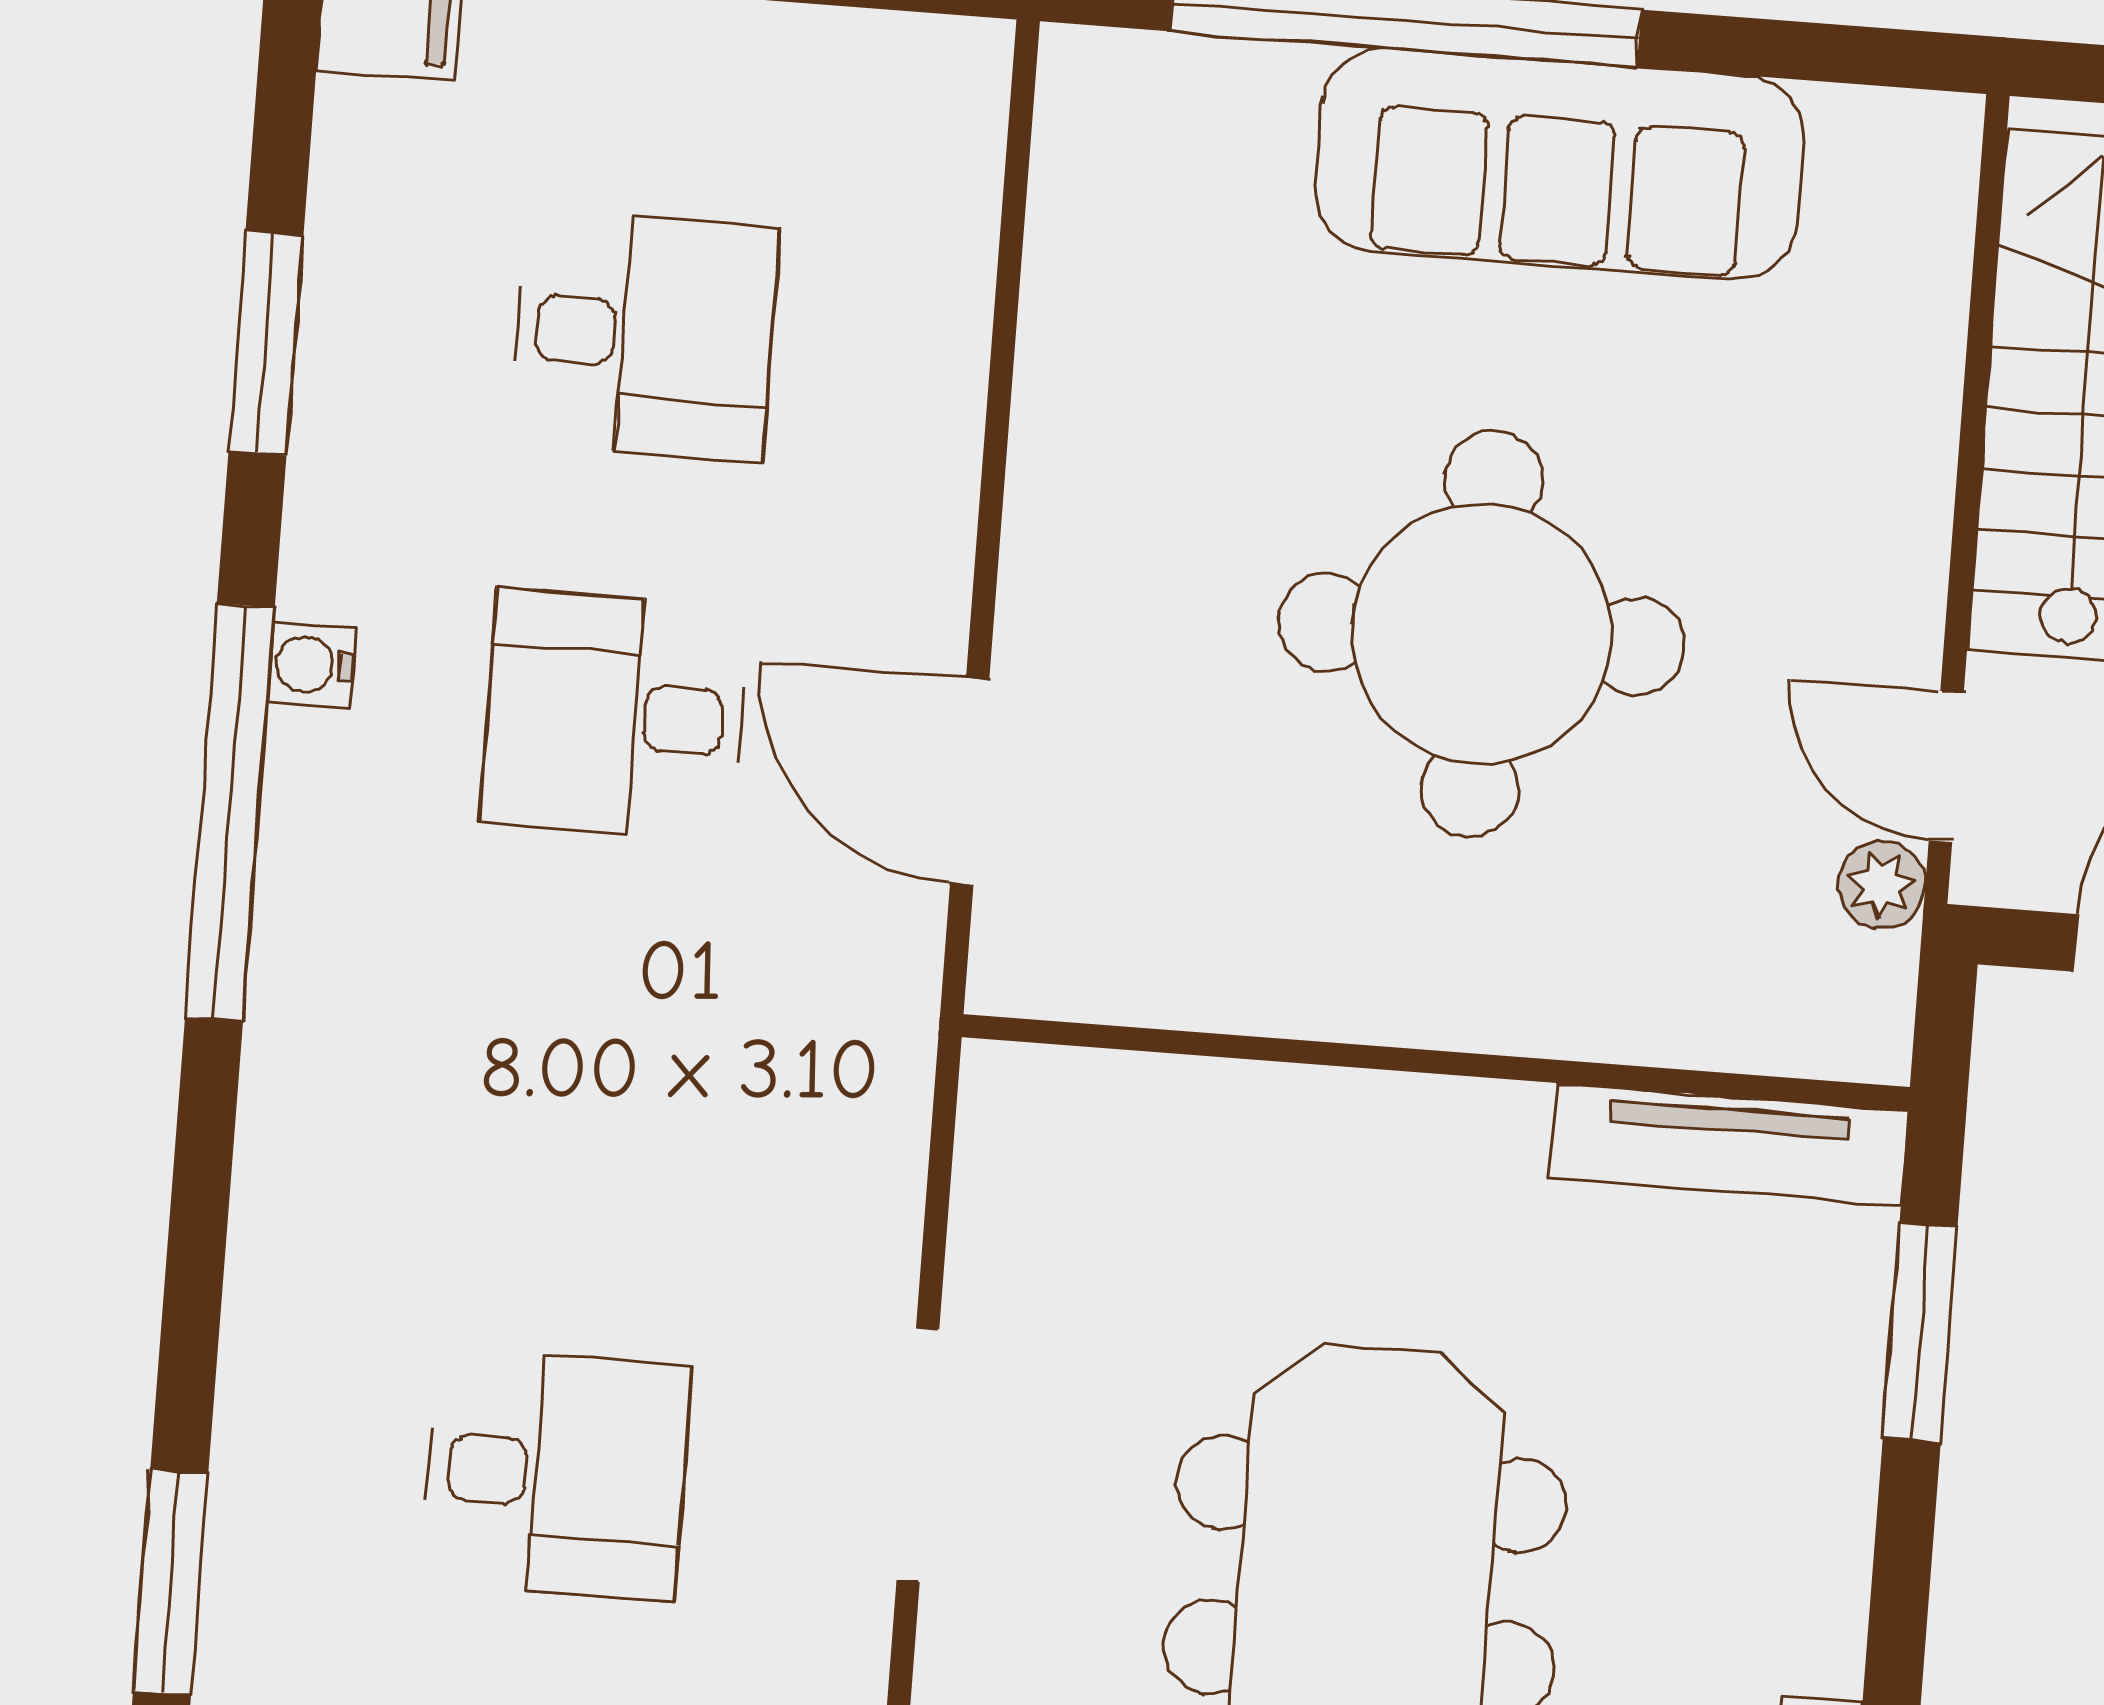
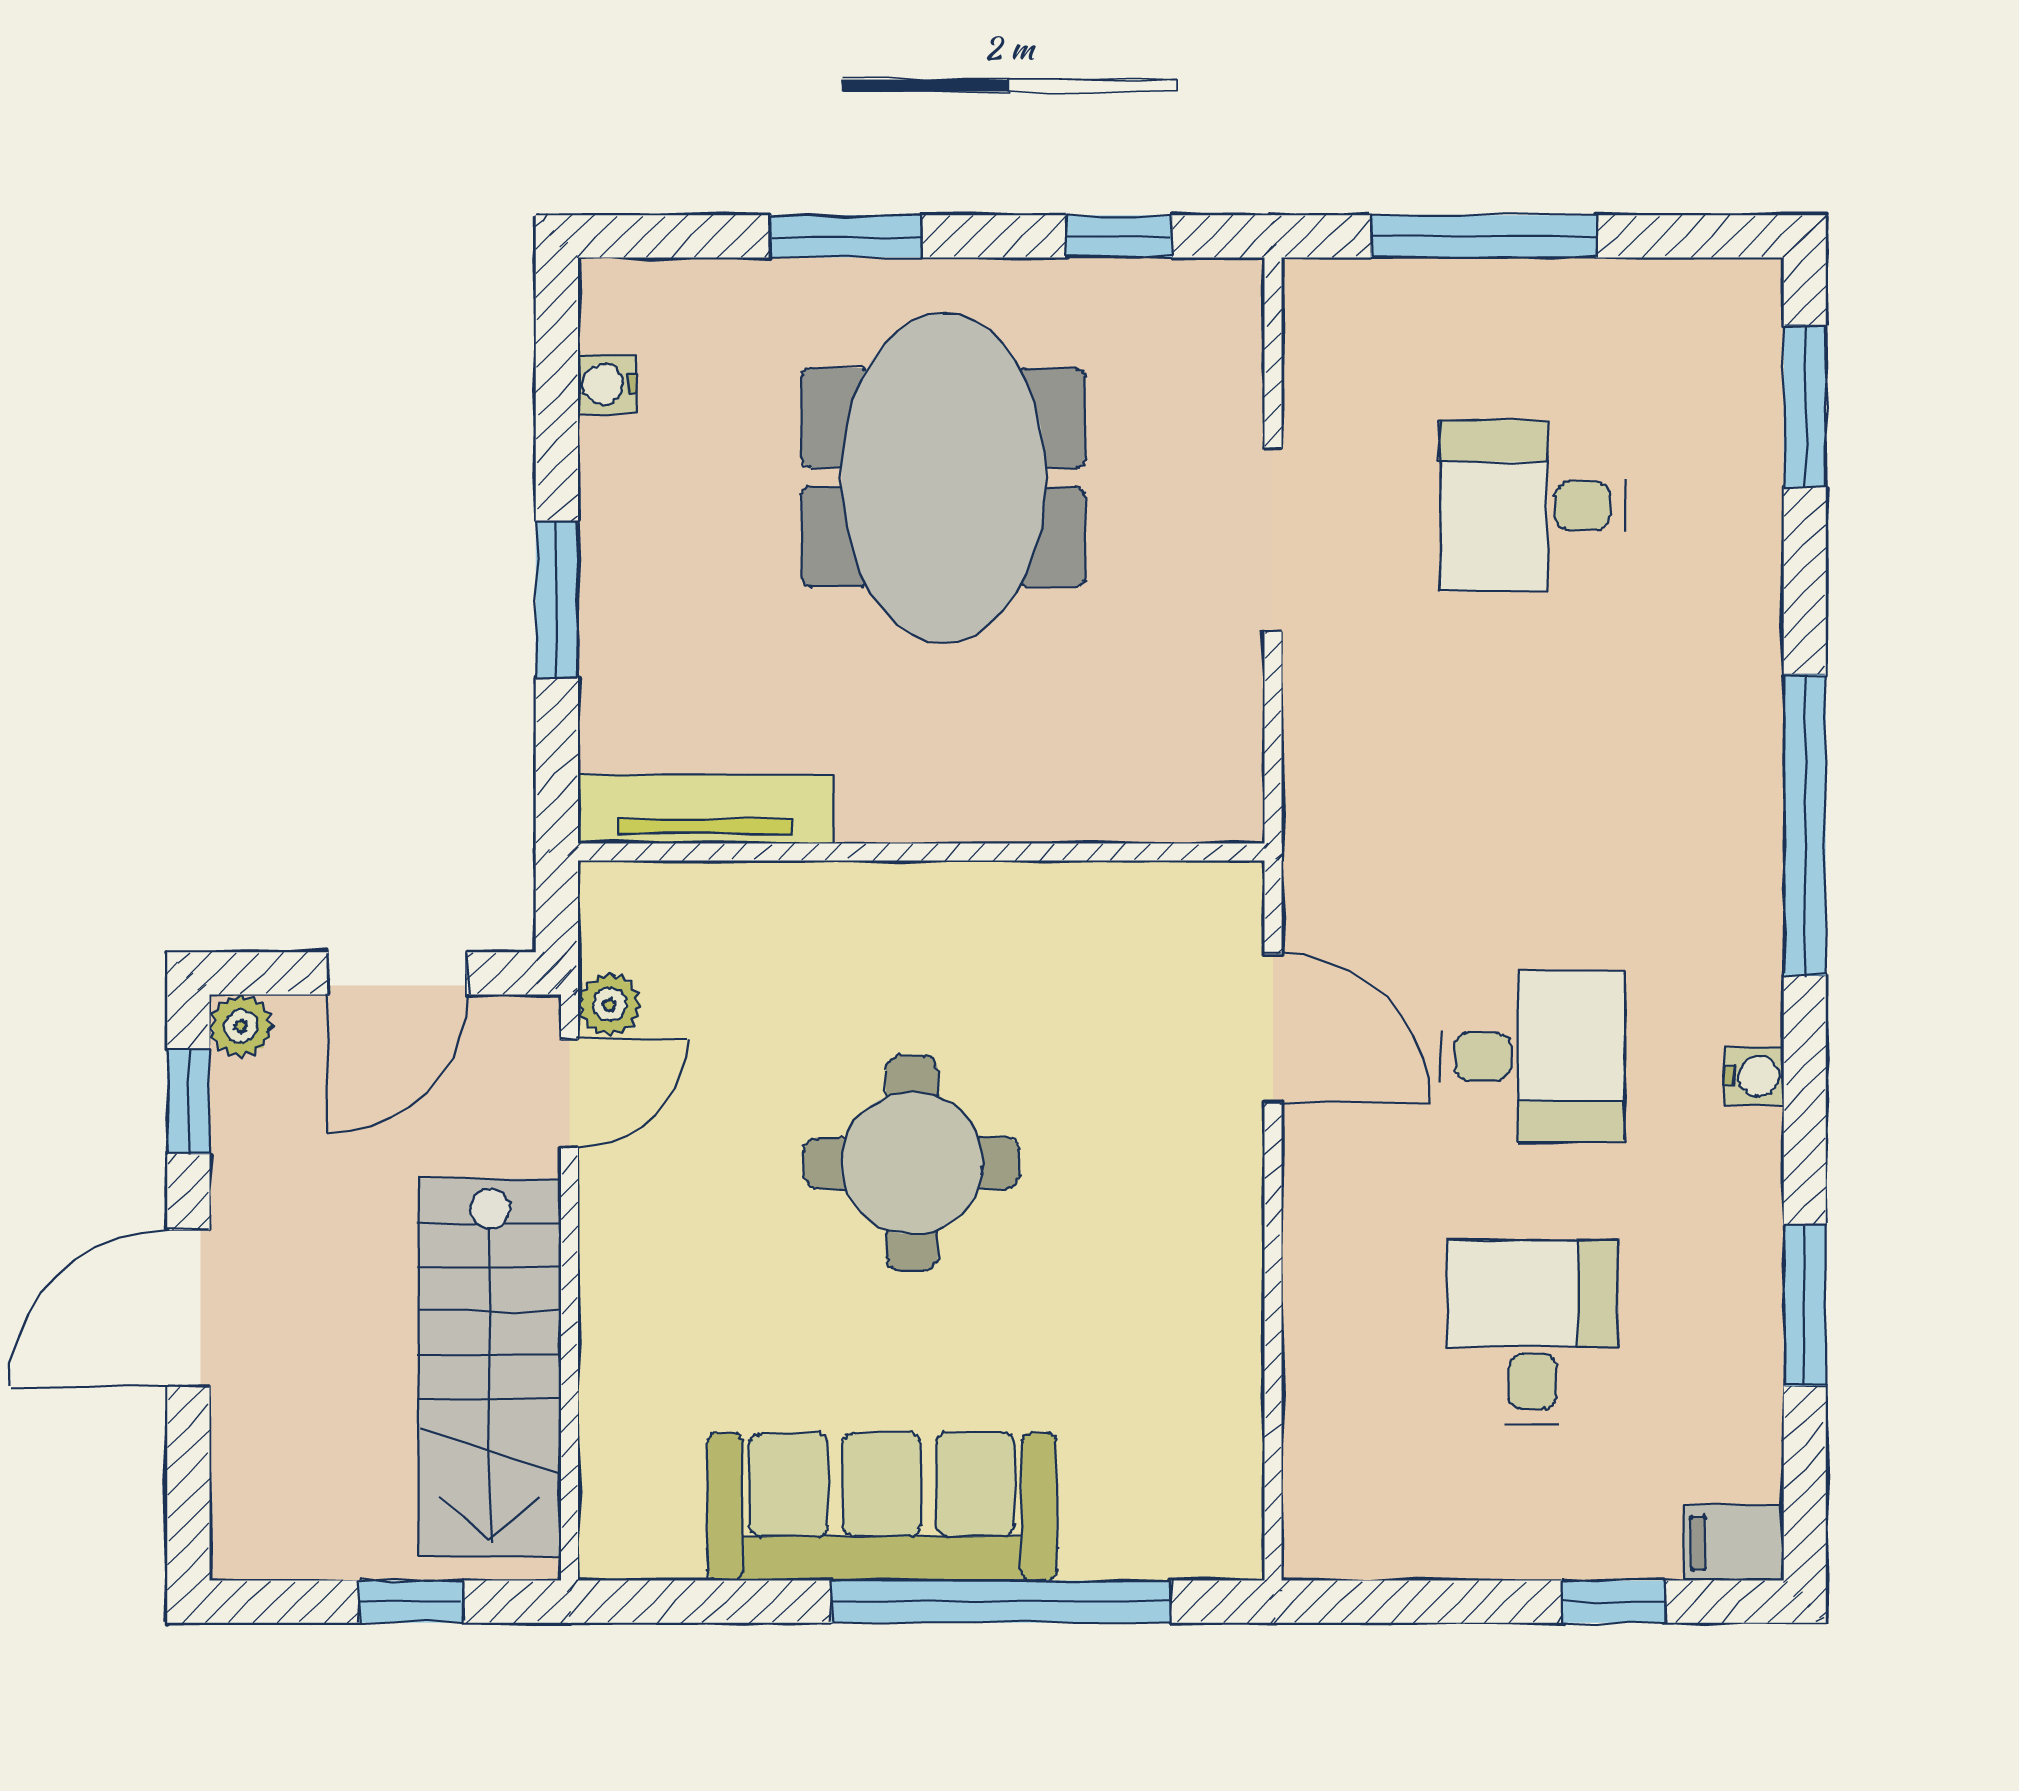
desk: (644, 335) -> (1533, 1332), turned 90
round table: (1482, 634) -> (912, 1163), width x0.73, depth x0.73
door: (1946, 767) -> (569, 1093), hinge flipped
window: (230, 813) -> (1805, 825), moved
window: (1920, 1333) -> (557, 599), moved

